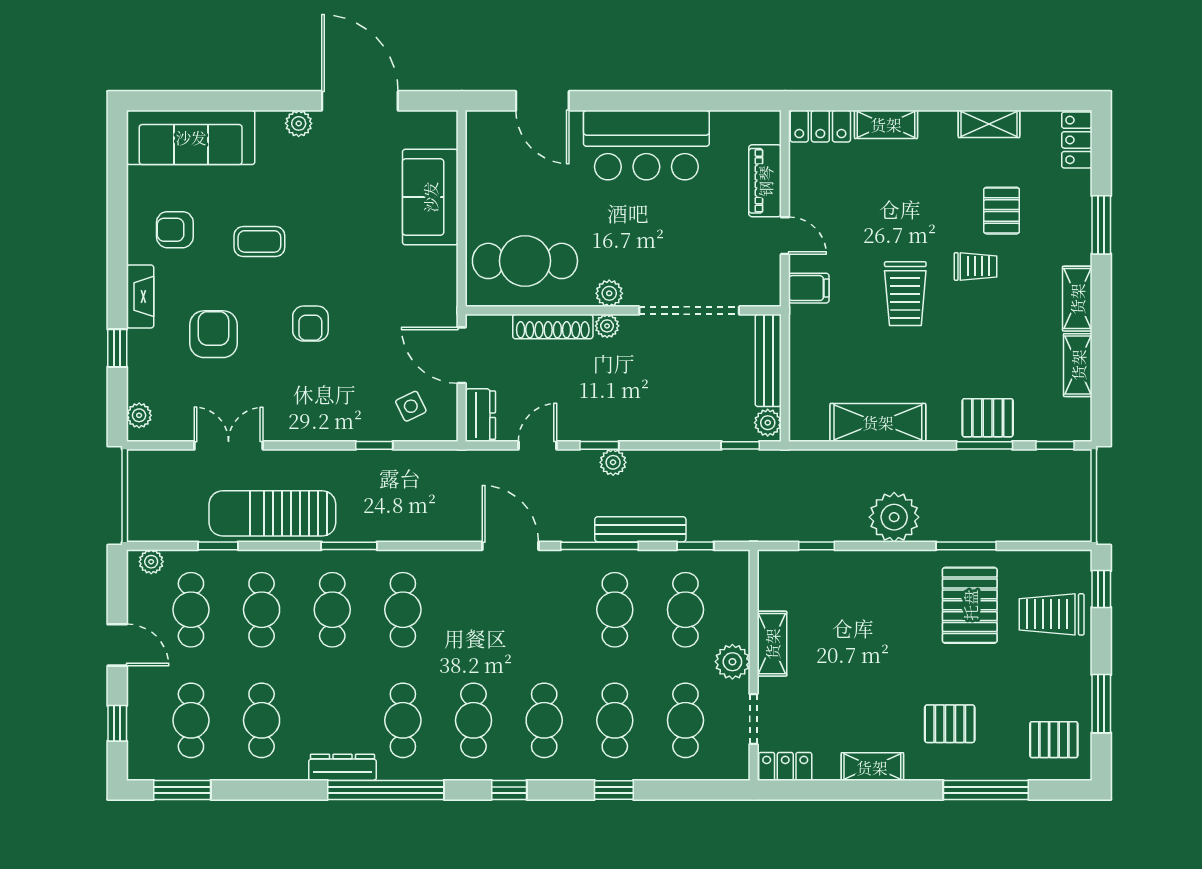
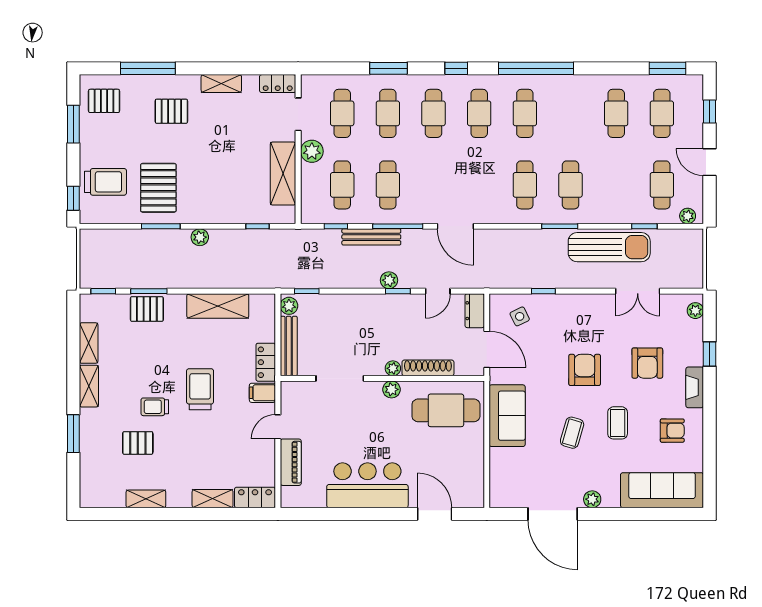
locker: (1077, 140) -> (266, 362), moved, turned 180
sofa: (430, 197) -> (507, 416), moved
pallet: (1002, 211) -> (138, 443), turned 90
coffee table: (330, 226) -> (572, 433), added
door: (785, 236) -> (278, 427), hinge flipped
coffee table: (259, 241) -> (618, 423), turned 90
doorway: (689, 310) -> (340, 378), width x0.73
armchair: (310, 324) -> (585, 370), width x1.38, depth x1.38
plant: (894, 517) -> (200, 237), width x0.53, depth x0.53
cafe table: (262, 610) -> (616, 185), removed
shelving: (772, 644) -> (283, 174), width x1.50, depth x1.33
dresser: (342, 767) -> (564, 83), removed
window: (614, 790) -> (388, 68), width x1.50

